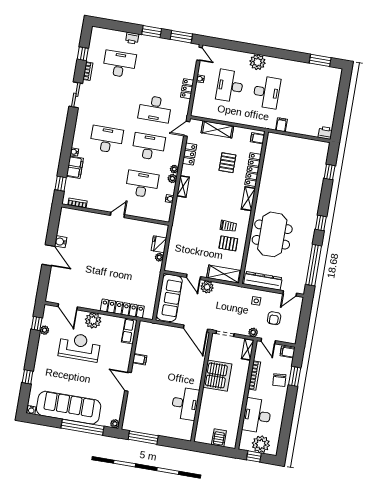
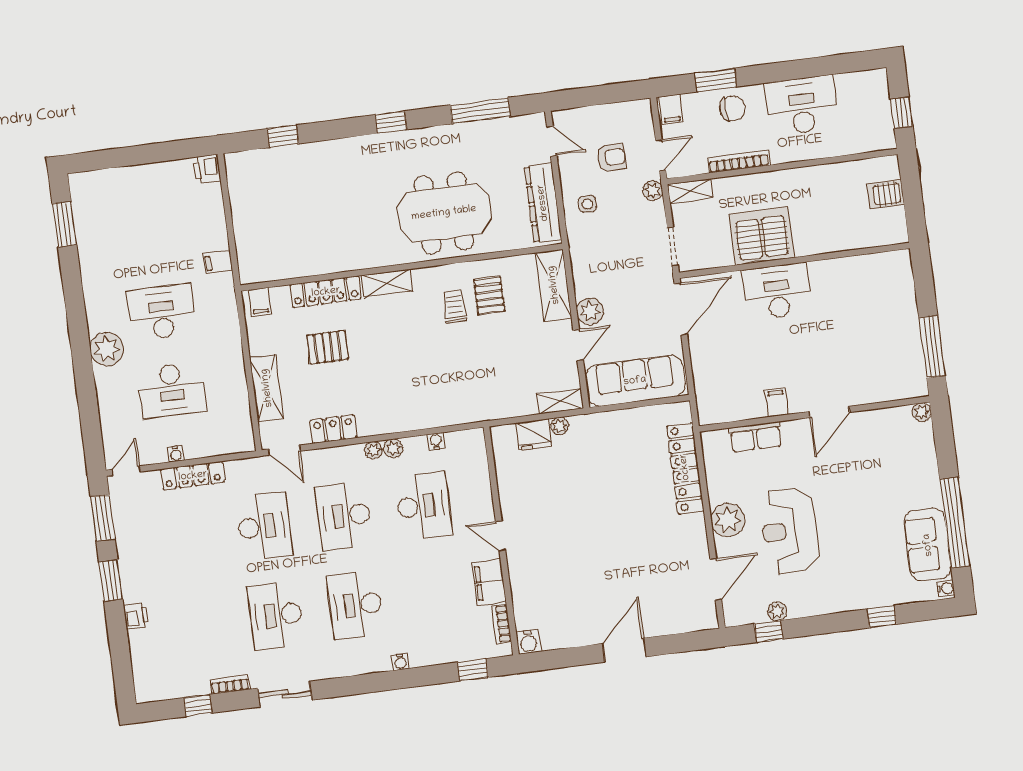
desk: (119, 64) -> (276, 615), moved
locker: (187, 89) -> (193, 476), width x1.53
filing cabinet: (75, 167) -> (489, 582), moved, turned -90
desk: (142, 184) -> (424, 506), turned 180
shelving: (183, 186) -> (560, 401), moved
water cooler: (61, 242) -> (528, 642), moved
window: (314, 265) -> (480, 111), width x0.68
row of seats: (129, 331) -> (755, 437), moved
desk: (185, 404) -> (777, 291), moved
sofa: (69, 408) -> (928, 545), width x0.54, depth x0.79
desk: (257, 416) -> (802, 106), moved, turned 180
window: (83, 427) -> (955, 522), moved
plant: (261, 444) -> (873, 106), removed

